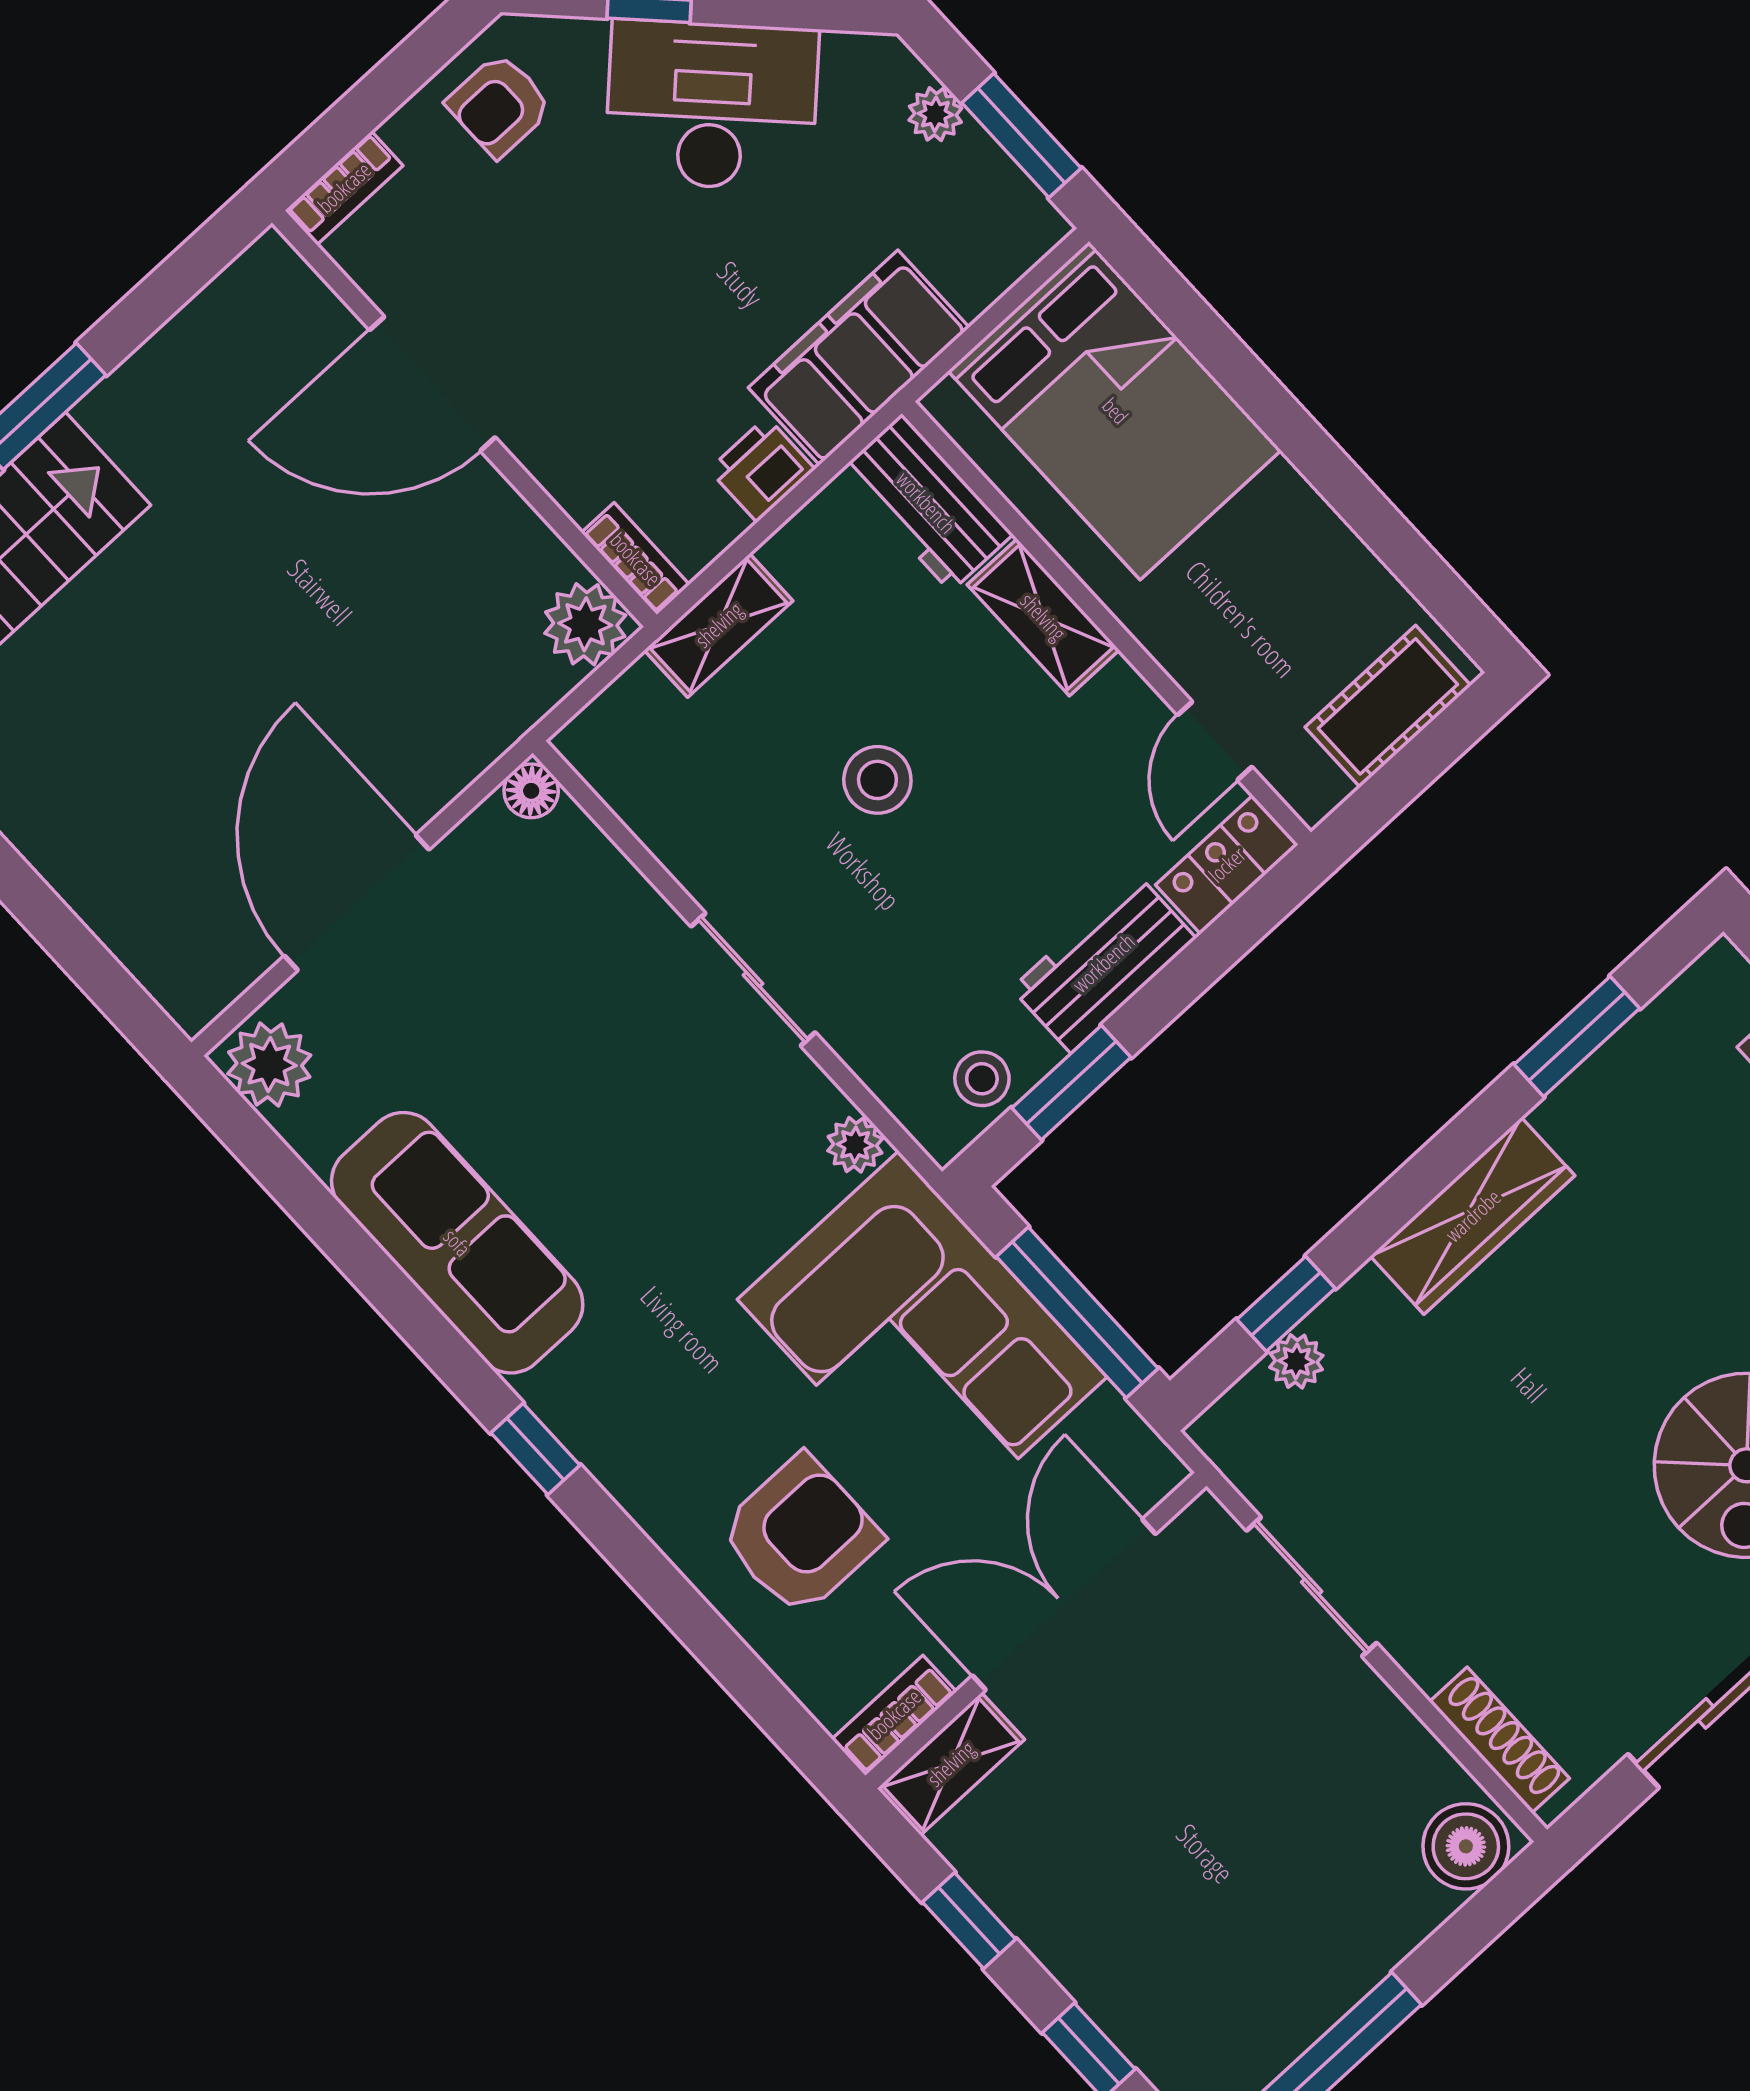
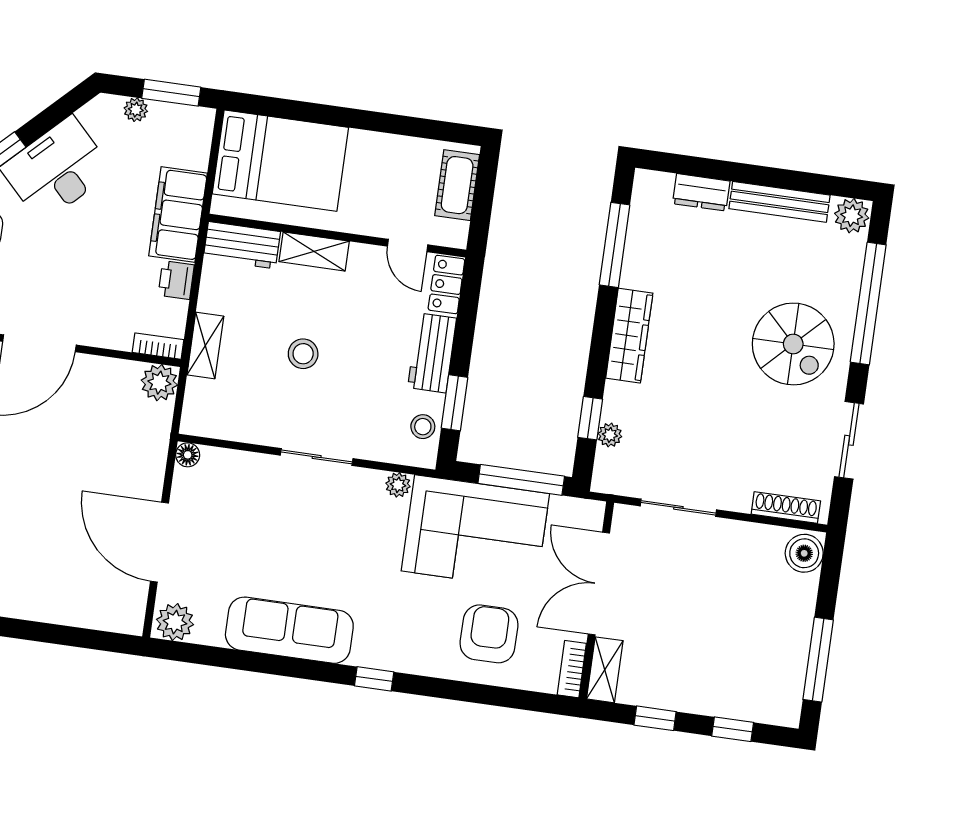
window: (1577, 1036) -> (615, 245), width x1.44

